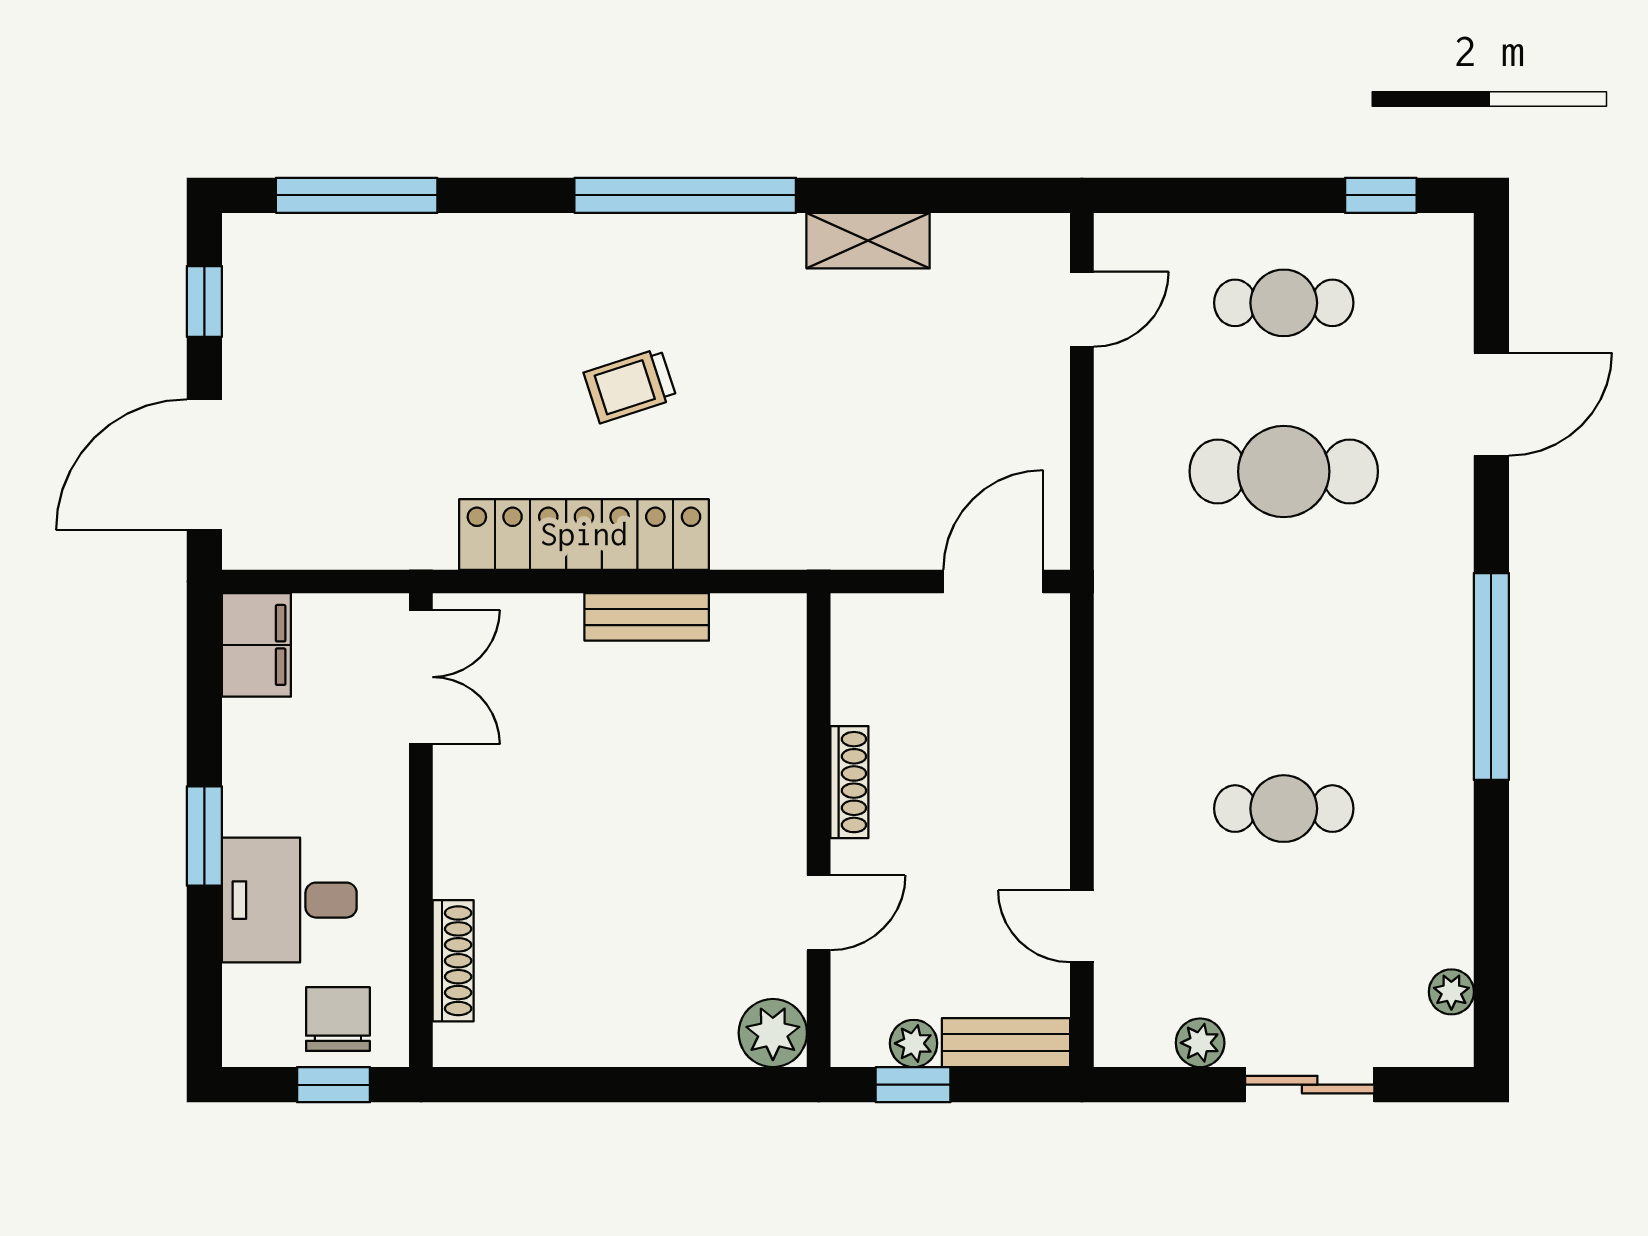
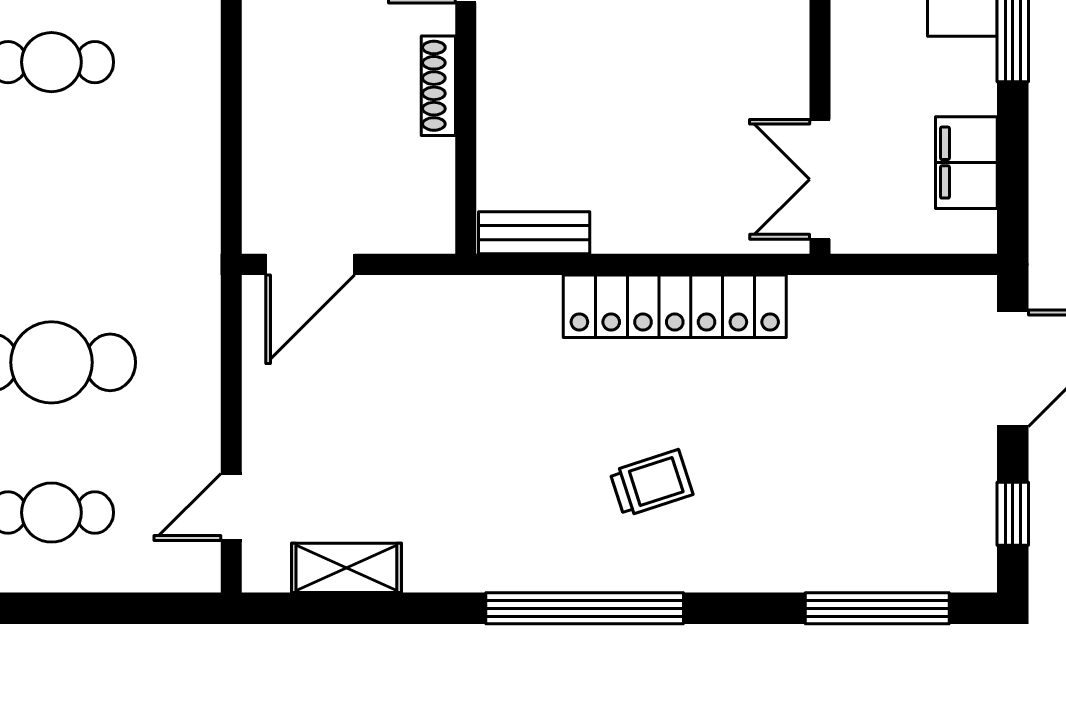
shelving: (868, 241) -> (346, 568), moved
trolley: (630, 386) -> (651, 483), moved
bench: (647, 617) -> (534, 233), moved
filing cabinet: (256, 645) -> (966, 163), moved

